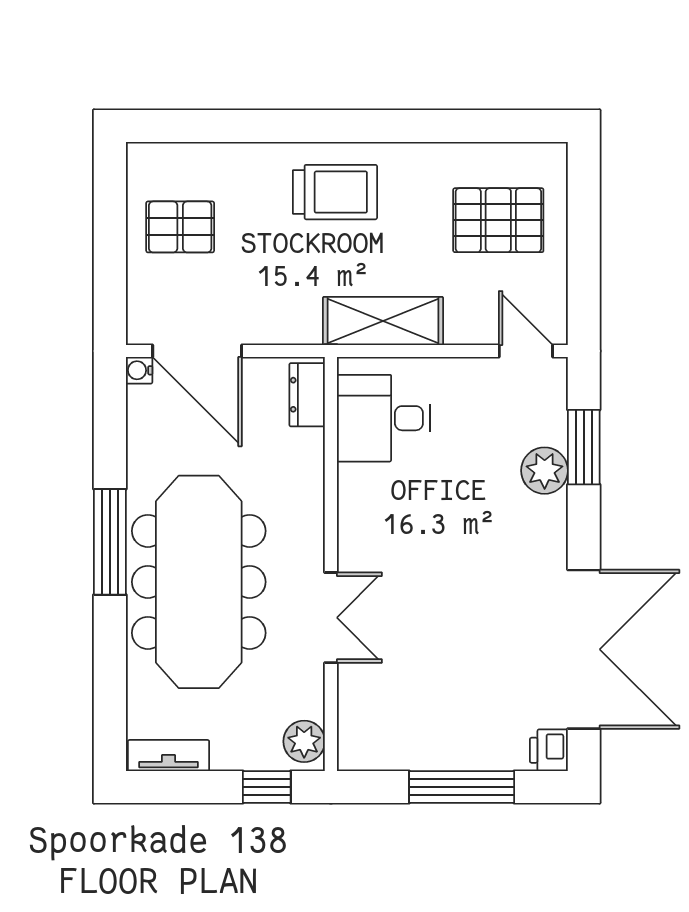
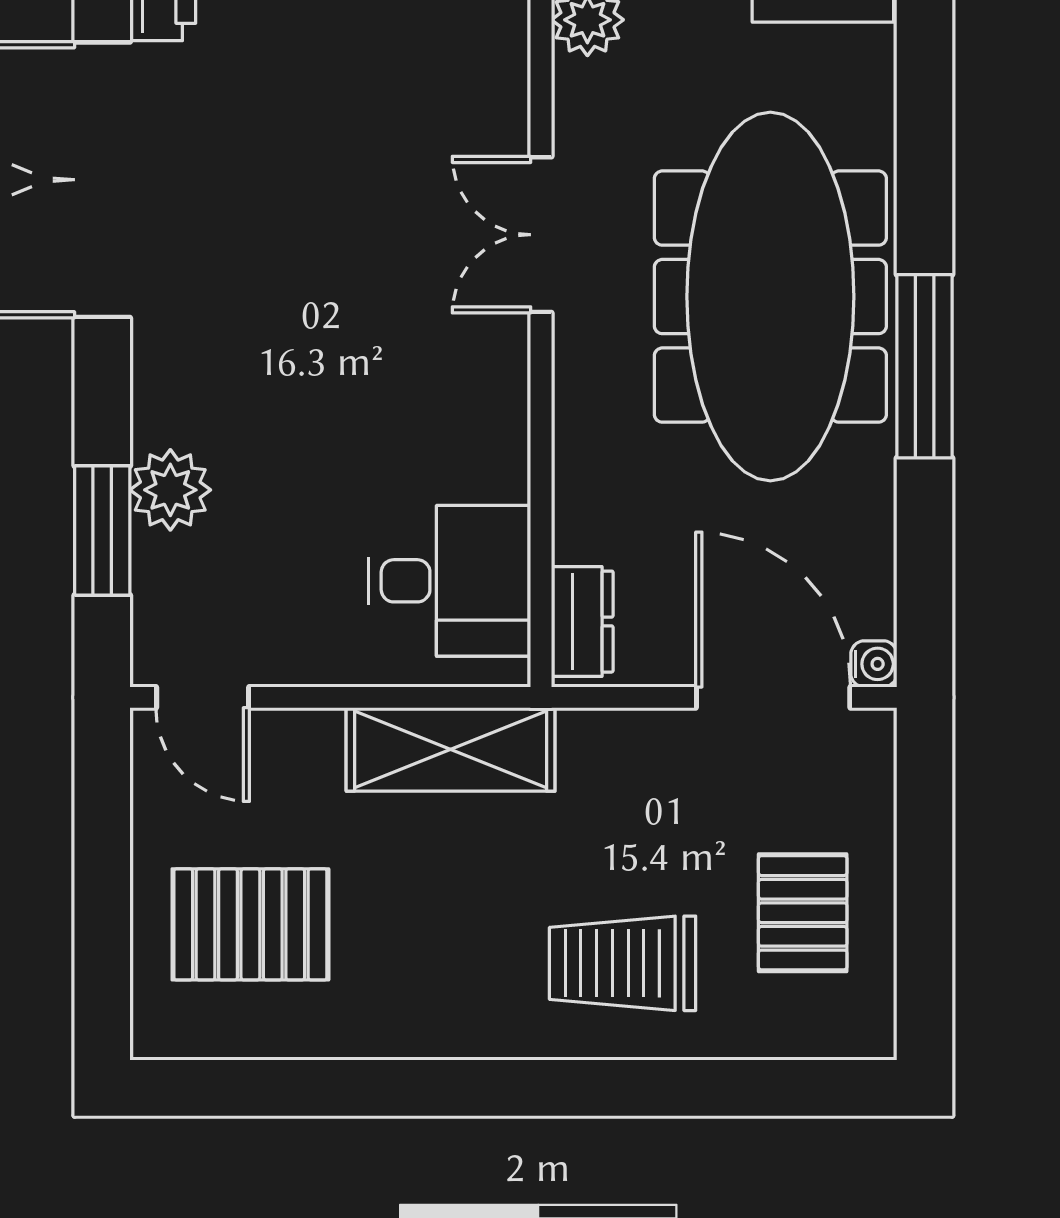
trolley: (335, 192) -> (623, 963), moved
pallet: (180, 227) -> (803, 913), turned 90

